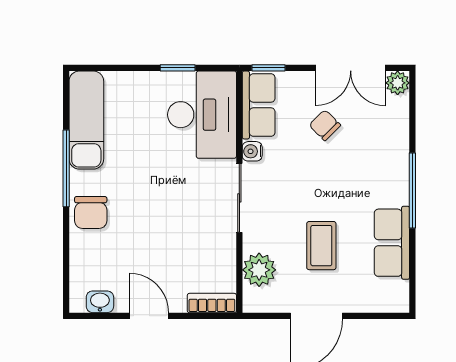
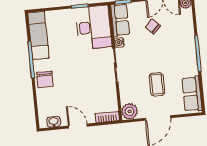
row of seats: (392, 243) -> (192, 94), moved
plant: (259, 270) -> (130, 111), moved

